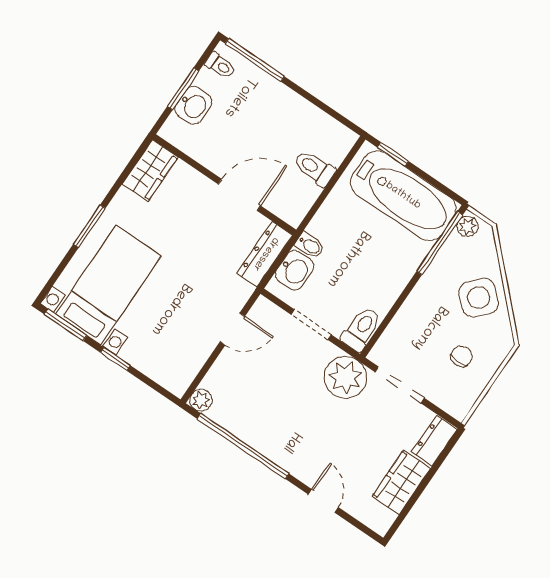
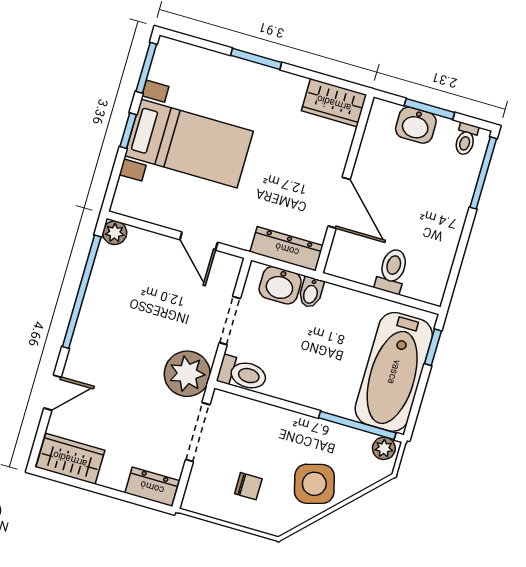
bed with nightstands: (108, 285) -> (189, 143), moved
side table: (479, 298) -> (314, 484), turned 33
wardrobe: (401, 482) -> (70, 459), moved

